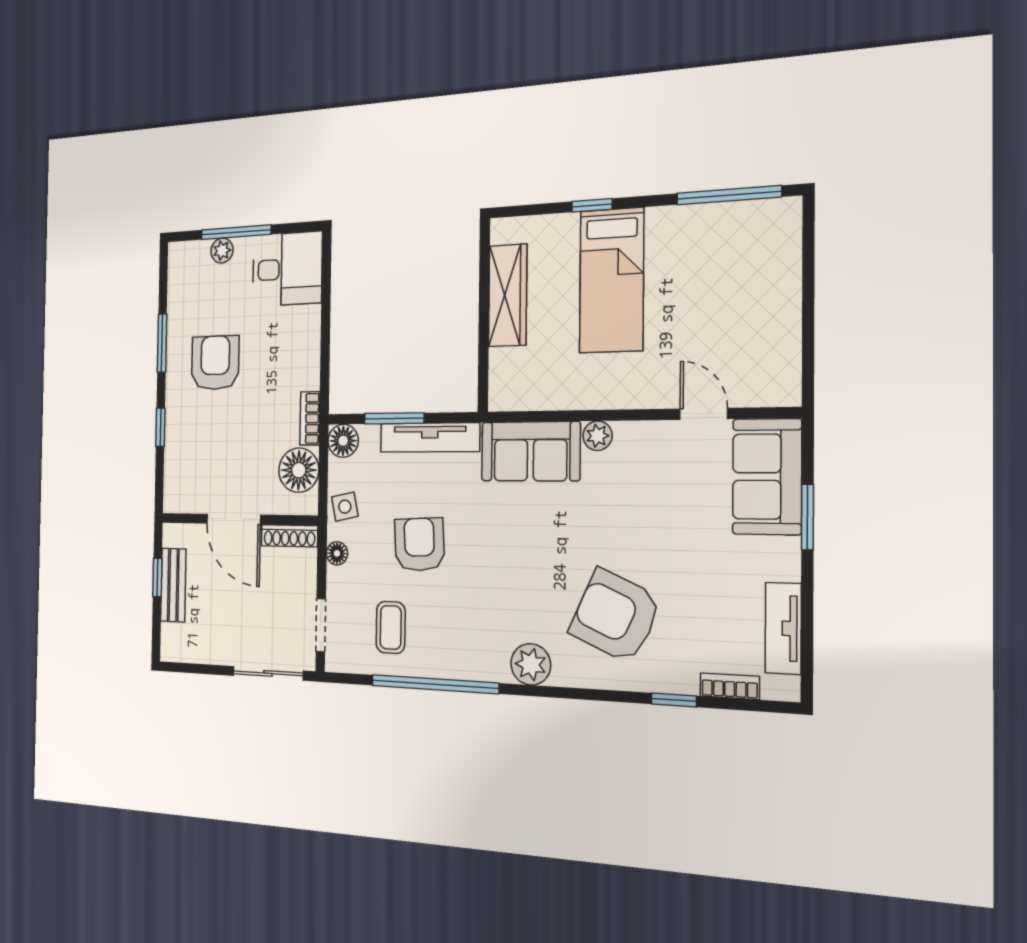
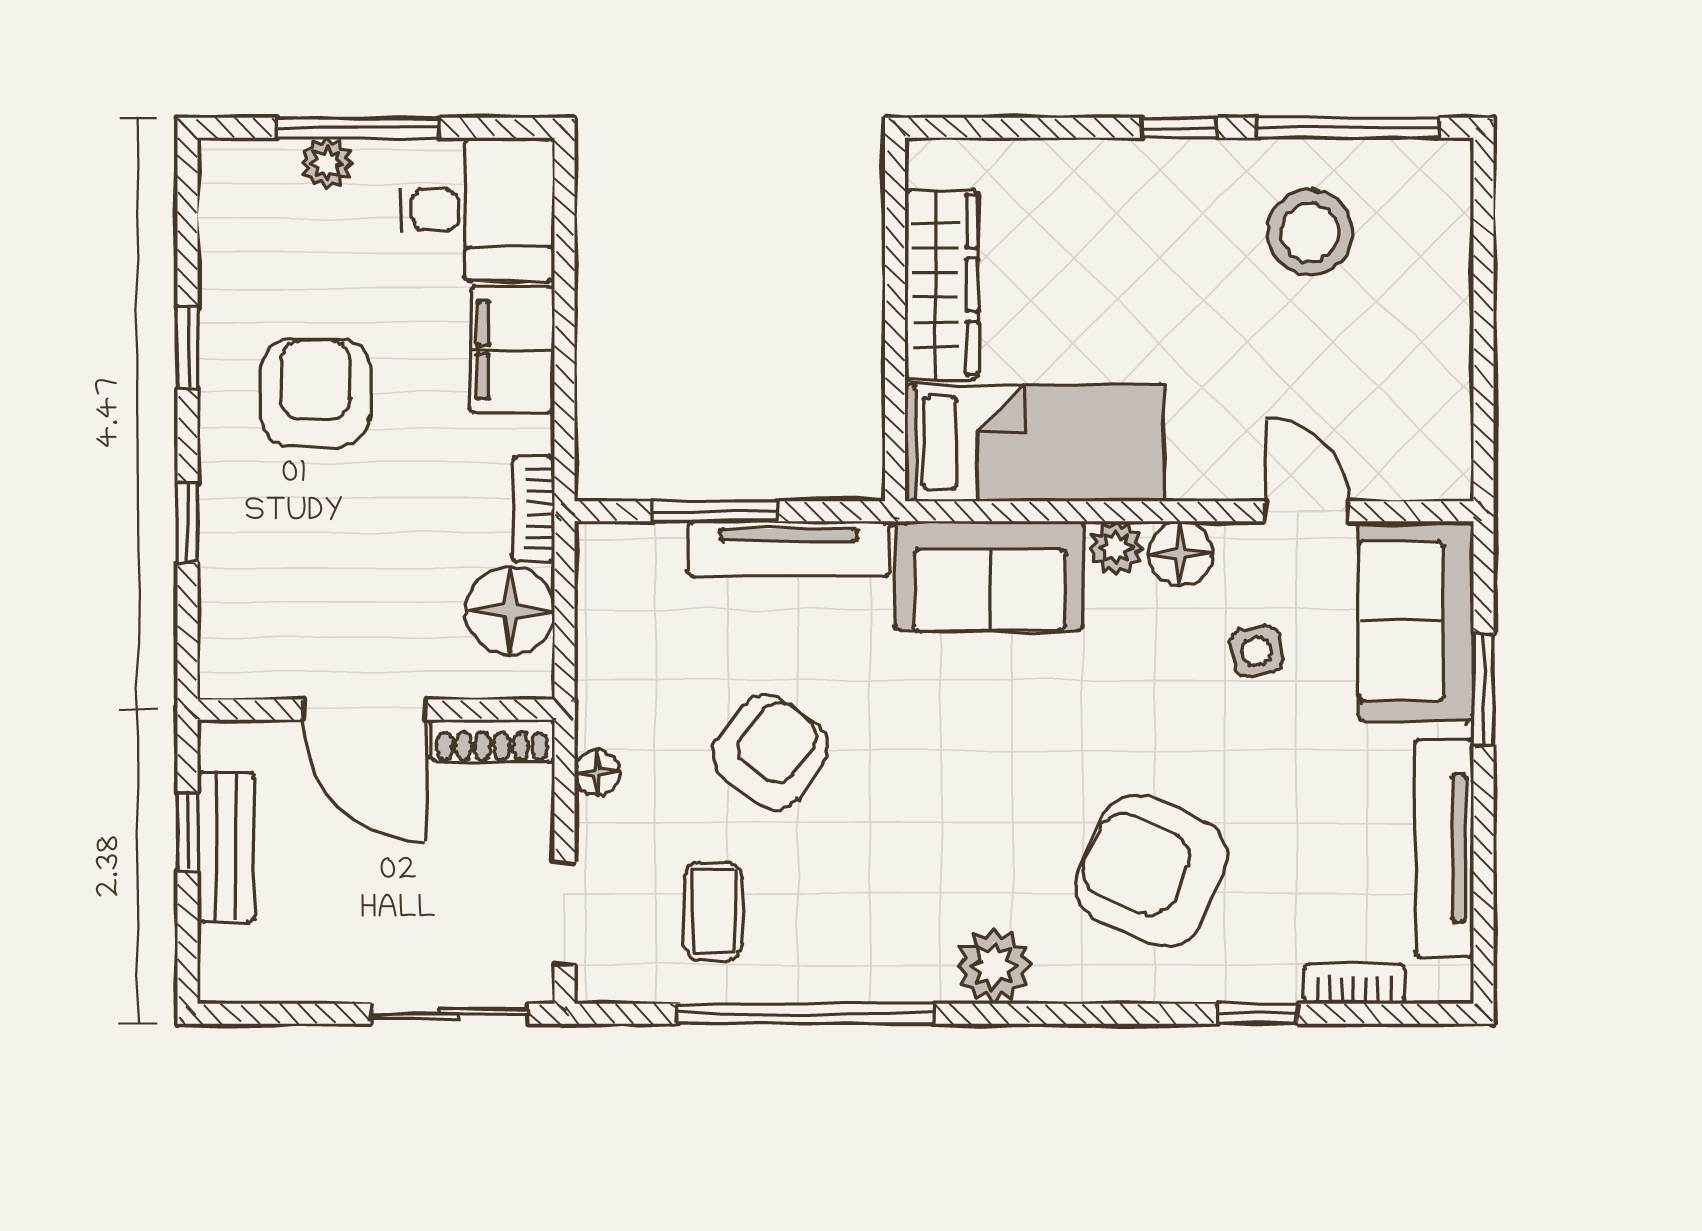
window: (592, 205) -> (1180, 128), moved
stool: (706, 256) -> (1310, 232), added
bed: (612, 280) -> (1034, 443), moved, turned -90
filing cabinet: (302, 338) -> (512, 350), added
window: (162, 343) -> (188, 348), width x0.67
floor lamp: (343, 441) -> (1180, 554), moved
side table: (345, 507) -> (1257, 651), moved
armchair: (419, 544) -> (770, 752), turned 39
tv unit: (783, 628) -> (1444, 848), width x1.41

